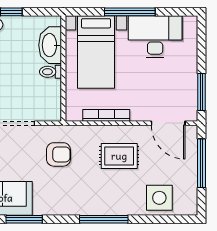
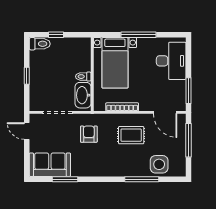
desk: (155, 37) -> (171, 61), moved, turned 90
washbasin: (50, 45) -> (83, 95), moved
armchair: (58, 154) -> (89, 134), turned -90
window: (104, 219) -> (142, 179), moved

